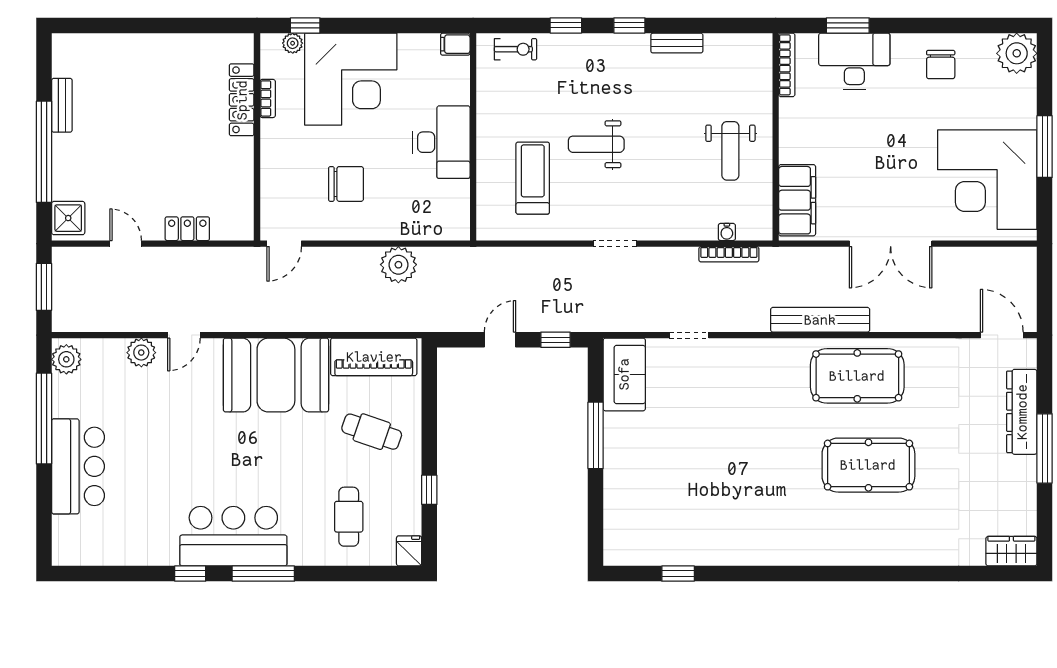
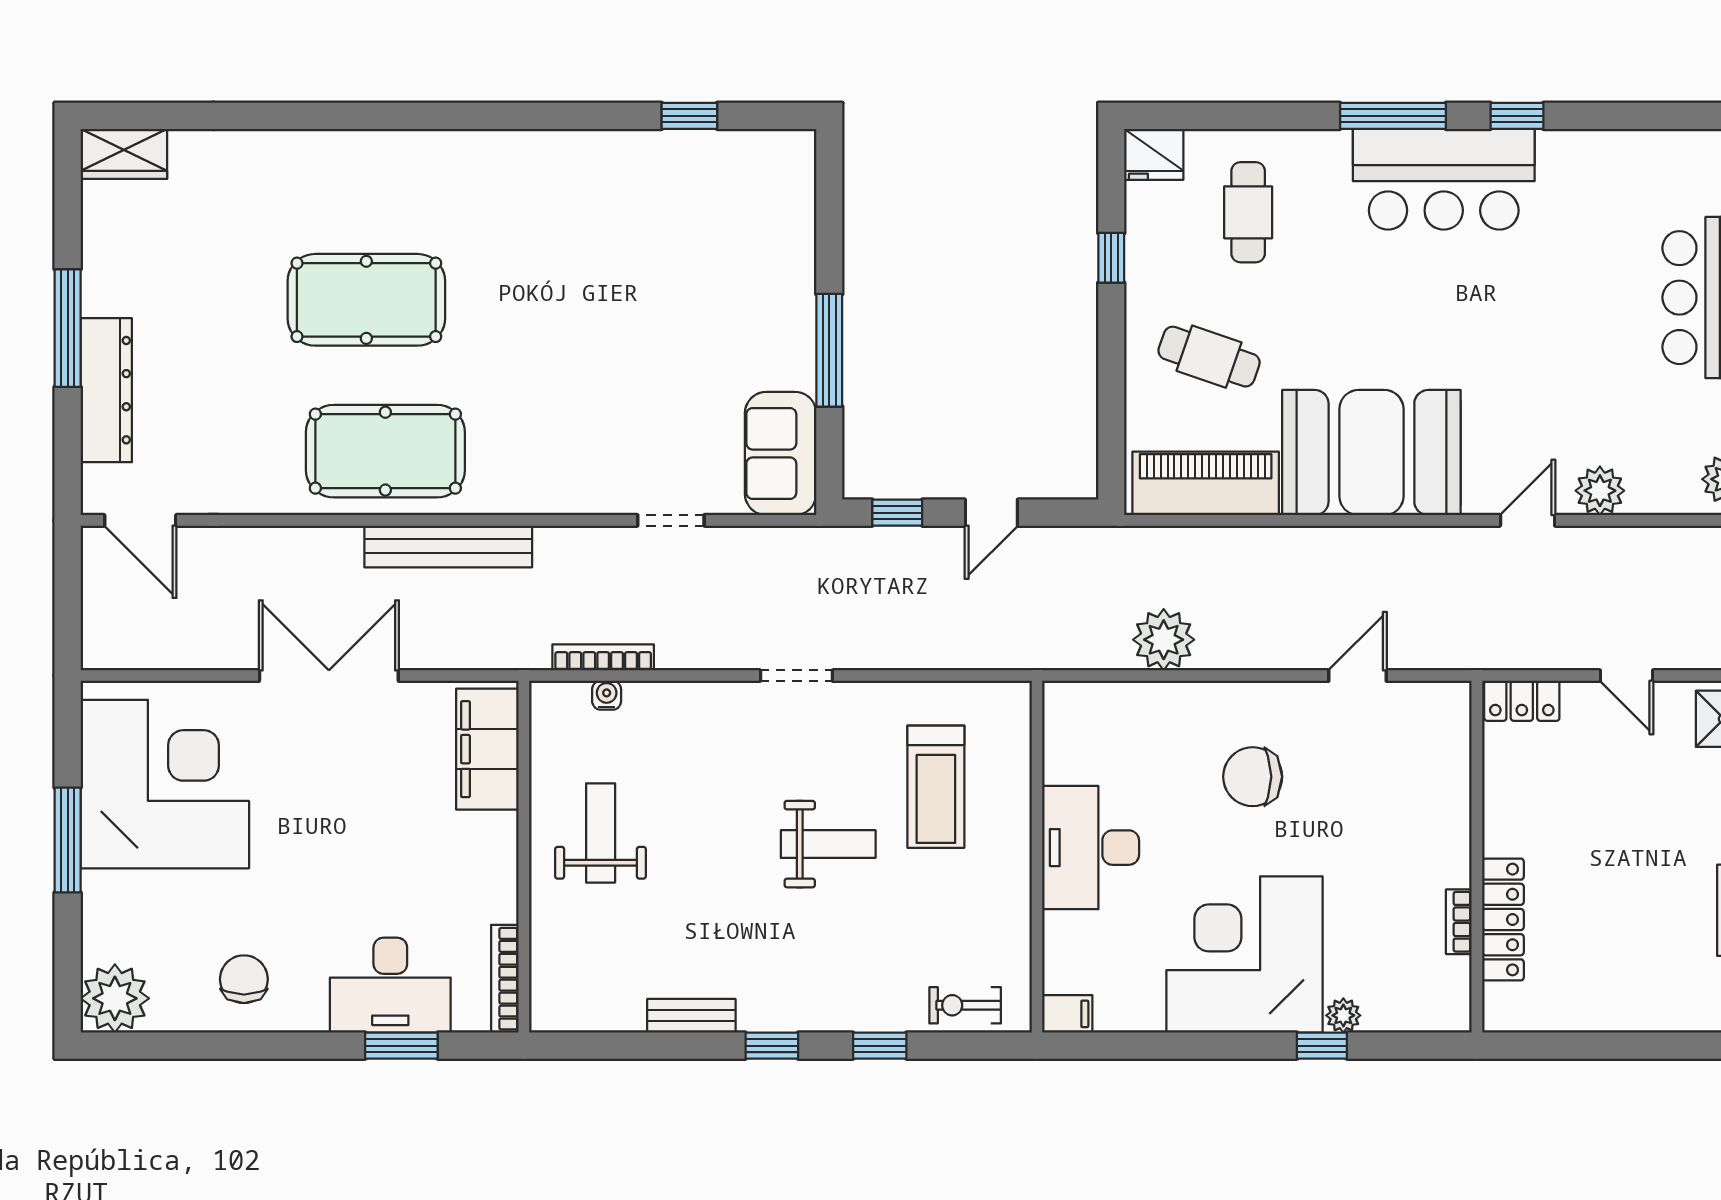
bookcase: (268, 98) -> (1459, 922), moved
locker: (242, 100) -> (1503, 919), moved
wall: (257, 137) -> (1477, 857), moved
fridge: (409, 551) -> (1154, 154), width x1.38

